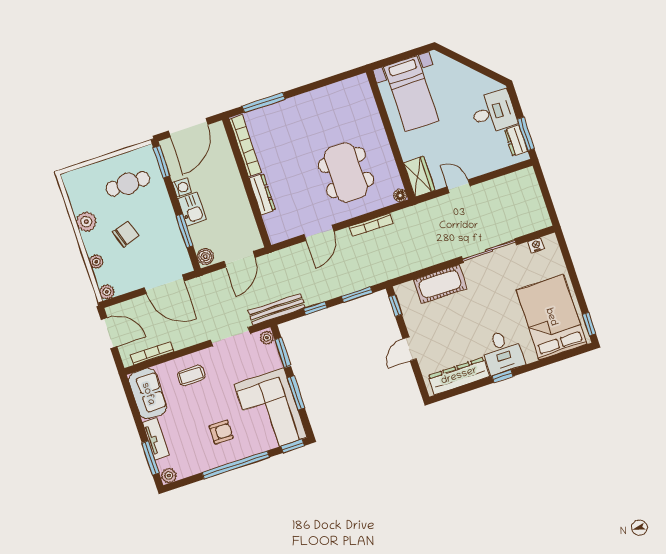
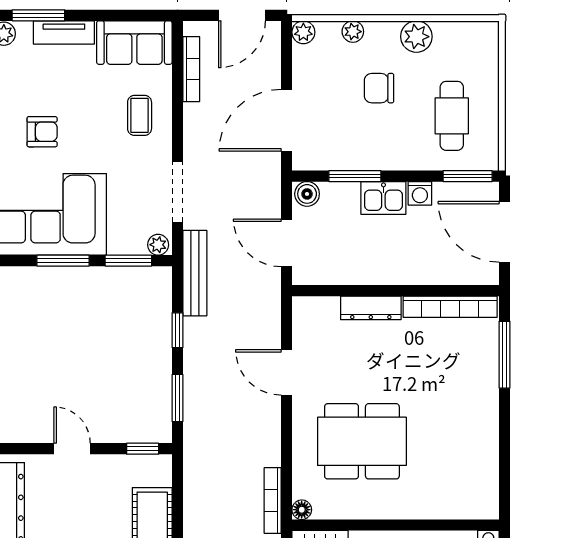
bookcase: (371, 225) -> (273, 501), moved
chair: (126, 234) -> (379, 88), turned 107
armchair: (221, 432) -> (42, 132), turned -90

